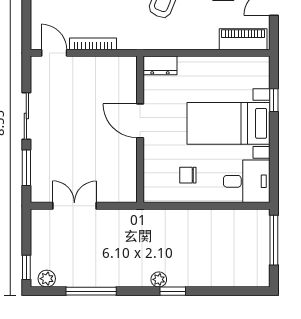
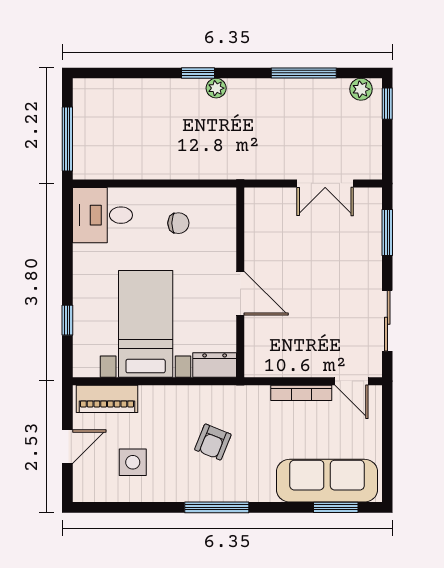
sliding door: (26, 116) -> (387, 321), moved
bed with nightstands: (228, 123) -> (146, 324), moved, turned -90

